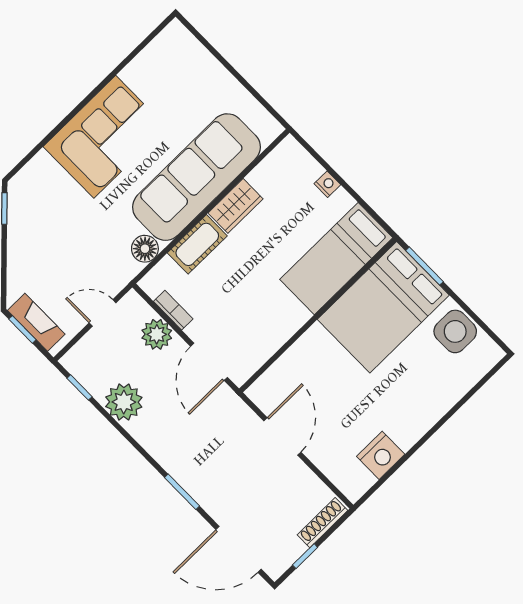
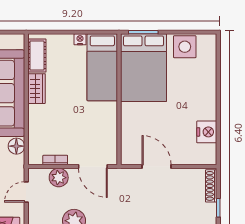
nightstand: (327, 184) -> (80, 39), moved
cot: (197, 244) -> (37, 56), moved

